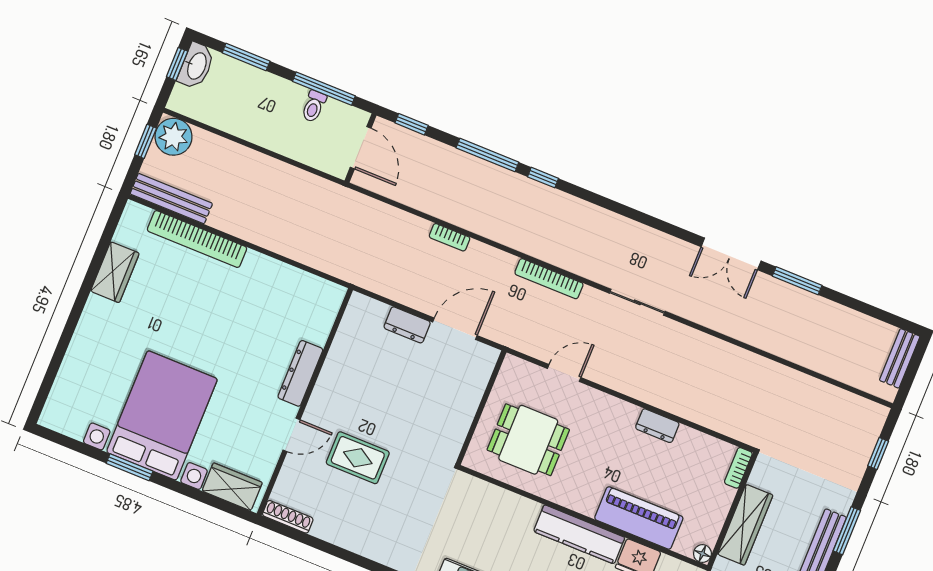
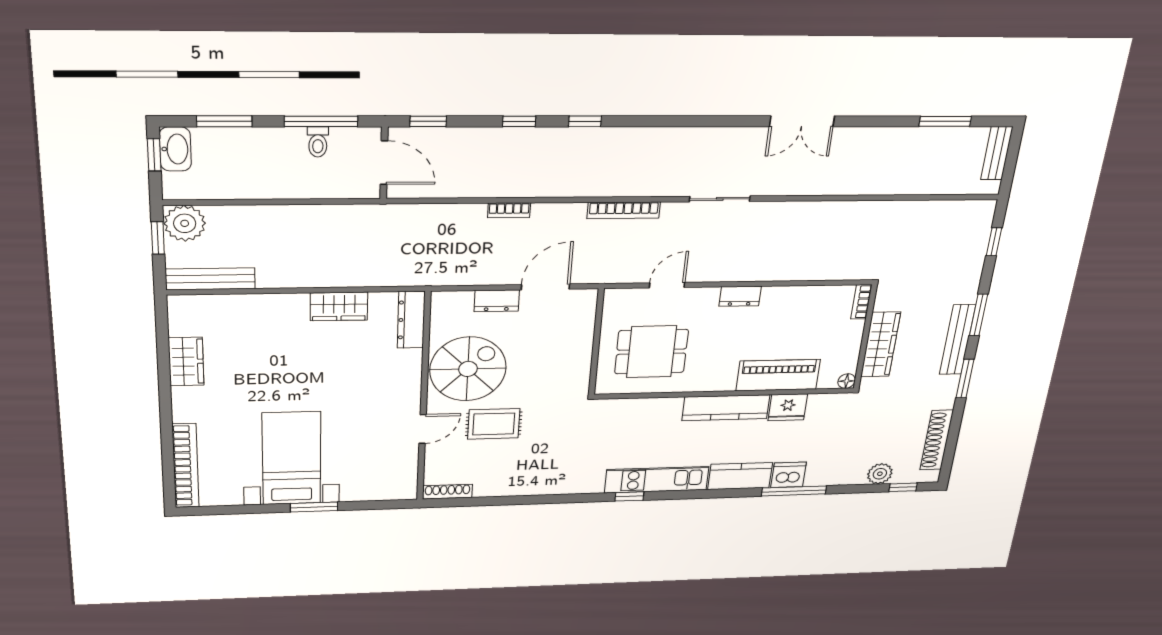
window: (487, 155) -> (519, 121), width x0.46
bookcase: (197, 239) -> (186, 466), moved, turned -90
window: (797, 281) -> (945, 121), moved
dresser: (300, 373) -> (411, 320), moved
spiral stairs: (356, 387) -> (468, 369), added
bed with nightstands: (162, 415) -> (292, 458), width x0.73
dresser: (657, 426) -> (740, 296), moved
window: (130, 467) -> (314, 507), moved
wardrobe: (232, 487) -> (339, 306), moved, turned 180

